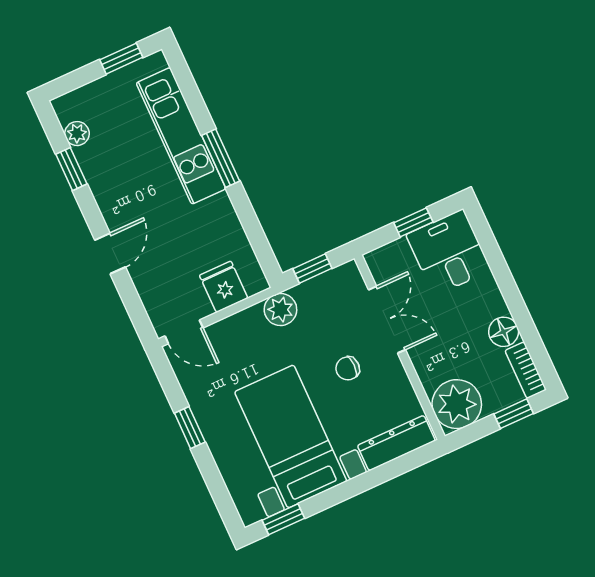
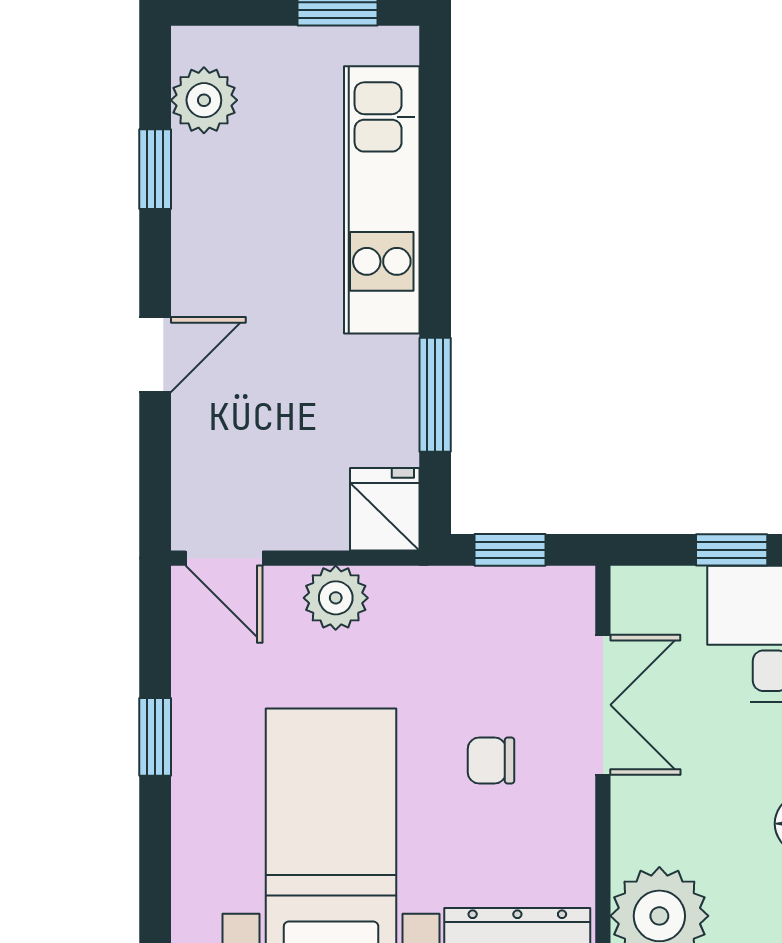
plant: (77, 134) -> (204, 100), width x1.38, depth x1.38
window: (221, 158) -> (435, 395), moved
fridge: (224, 287) -> (385, 509), moved
plant: (280, 310) -> (336, 598), moved

